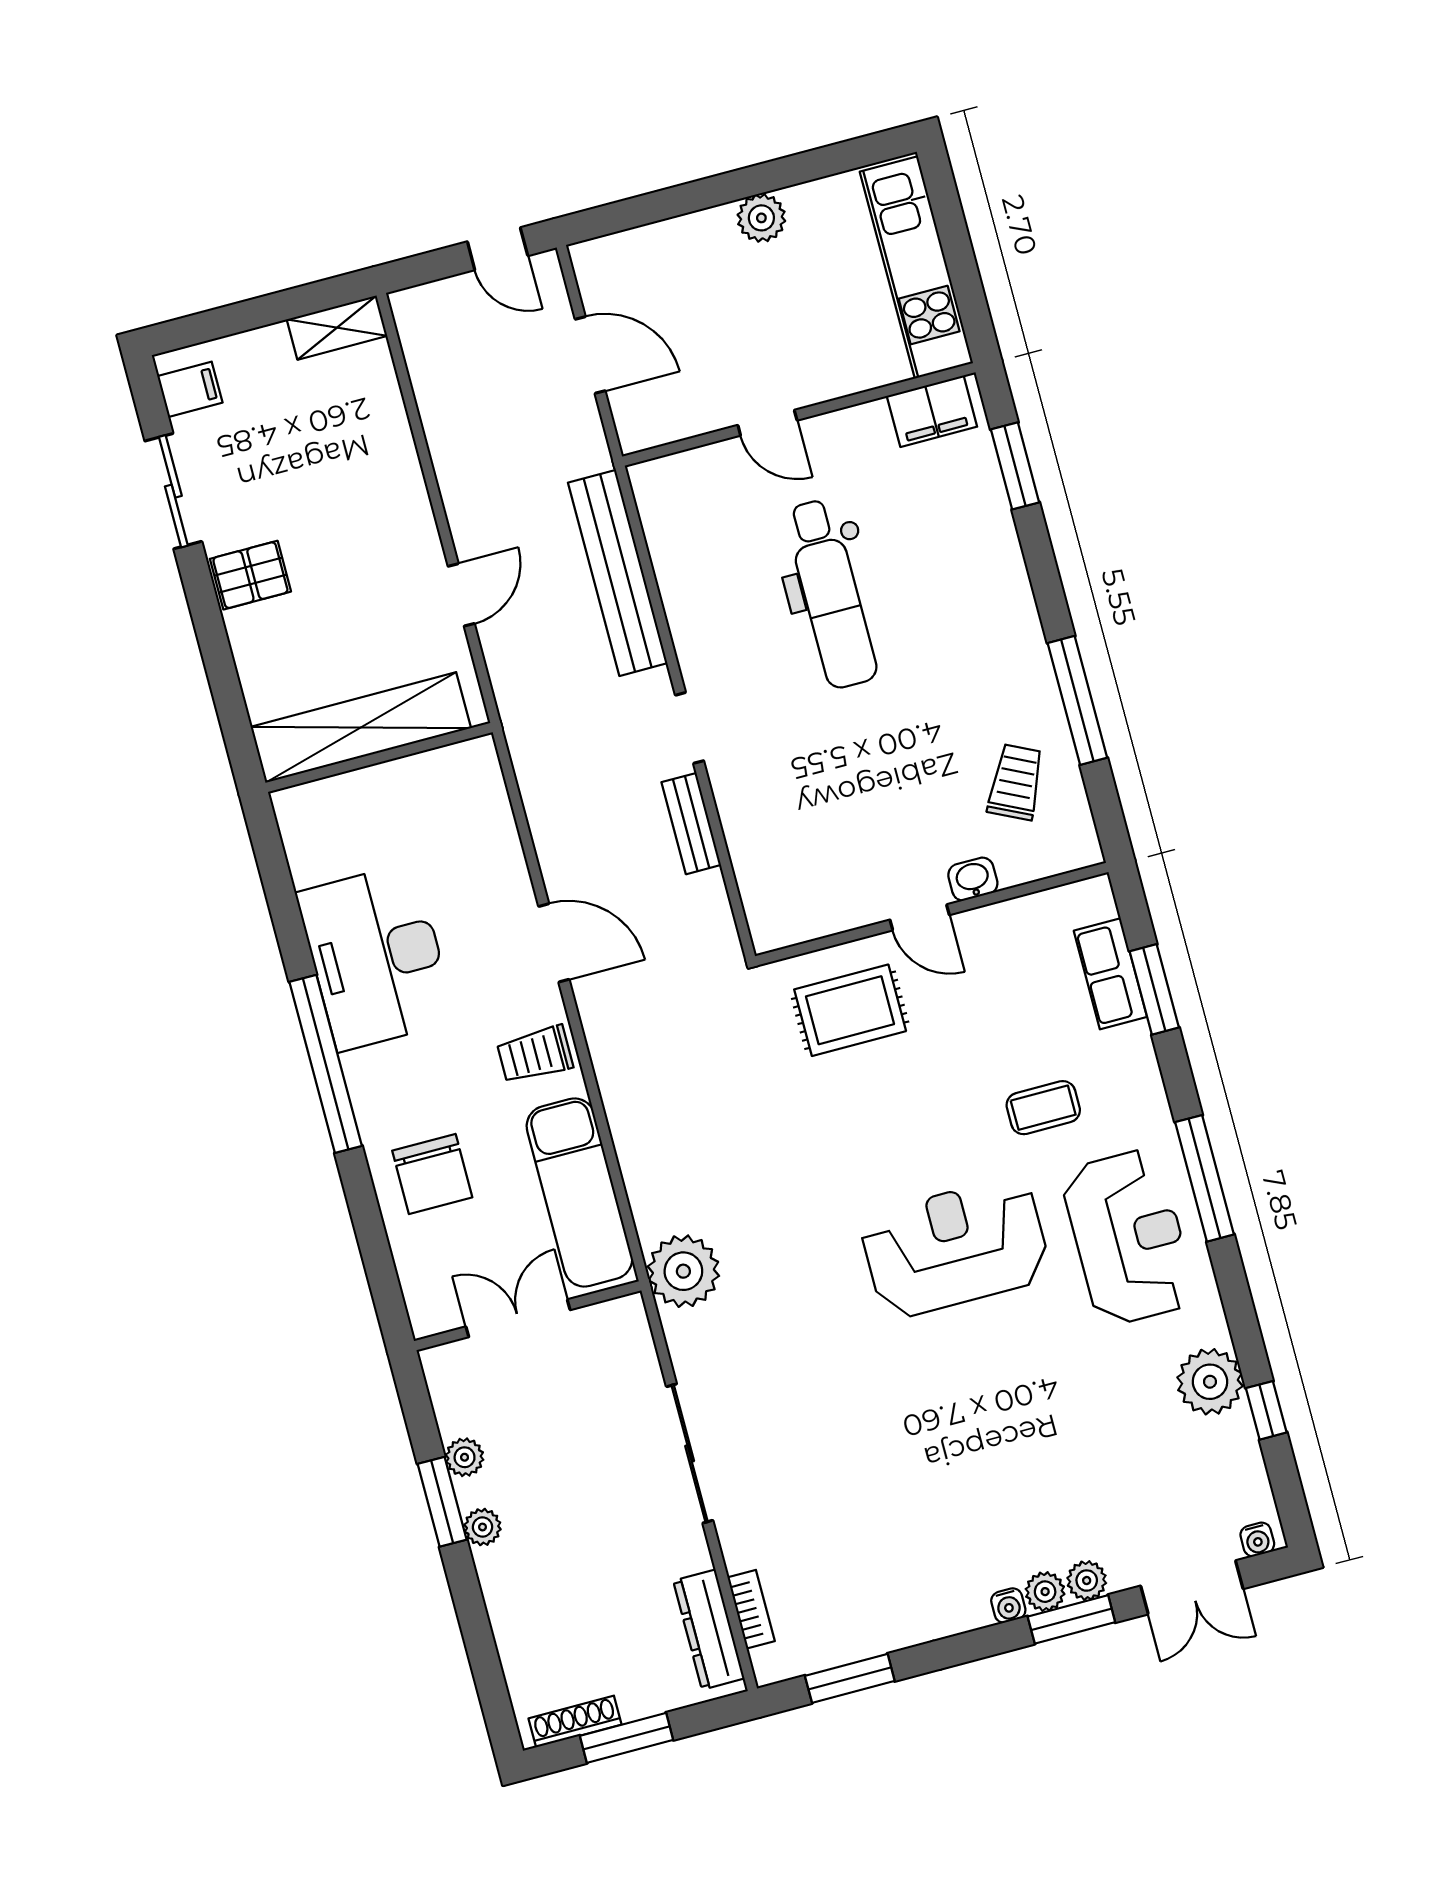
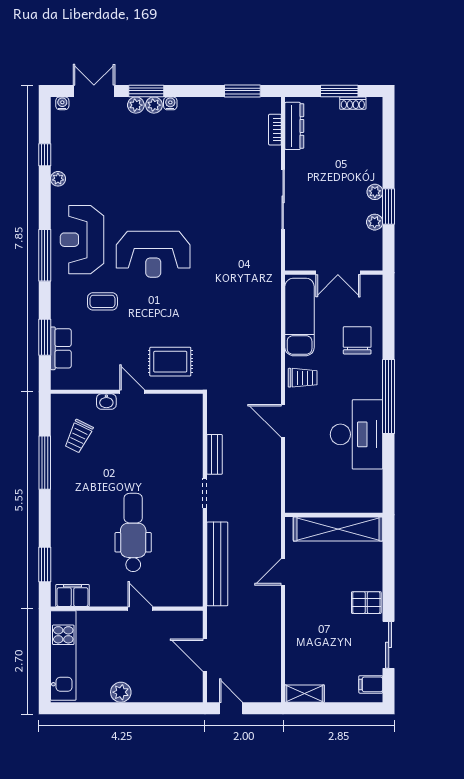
plant: (683, 1271) -> (266, 274), removed
plant: (1210, 1382) -> (58, 179), width x0.53, depth x0.53
shoe rack: (575, 1721) -> (353, 103), width x0.70

